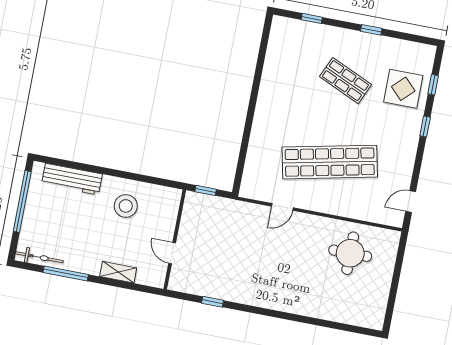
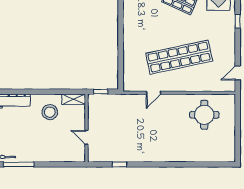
shelving: (118, 272) -> (74, 99), moved

